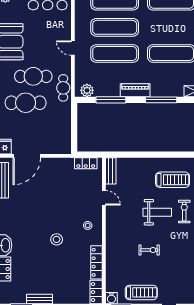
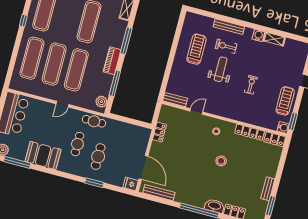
cafe table: (33, 76) -> (77, 144), width x0.73, depth x0.74
cafe table: (26, 103) -> (98, 157), width x0.73, depth x0.74
locker: (86, 163) -> (159, 132), moved

